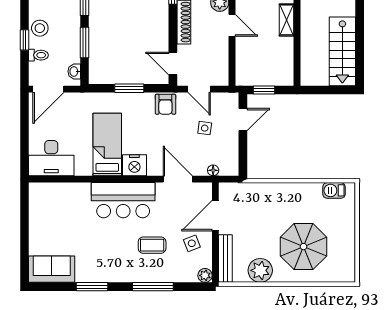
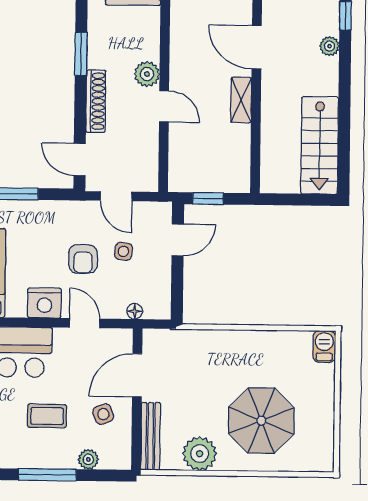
armchair: (165, 104) -> (83, 259), moved
nightstand: (134, 165) -> (44, 303), moved
door: (178, 179) -> (84, 323), width x0.73
barbecue: (334, 190) -> (324, 347), moved, turned 90
plant: (205, 275) -> (88, 459), moved

